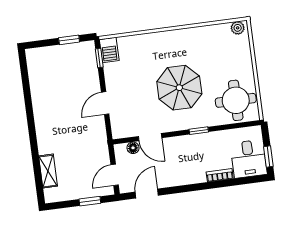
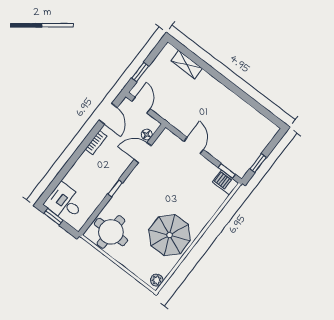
parasol: (179, 88) -> (170, 235), moved
bookcase: (220, 175) -> (96, 143), moved

